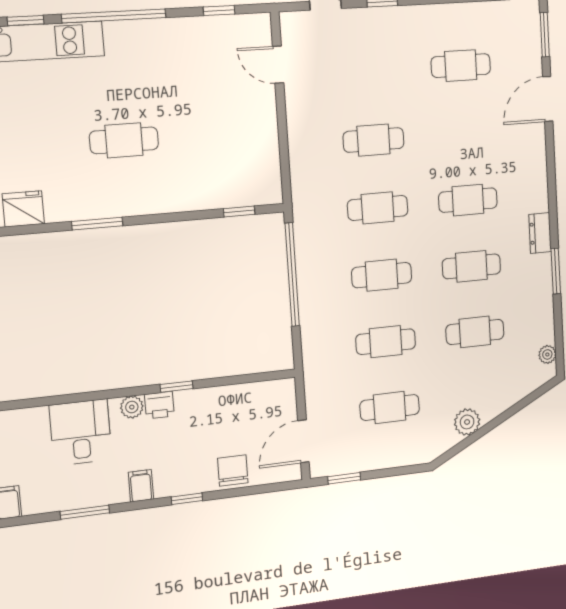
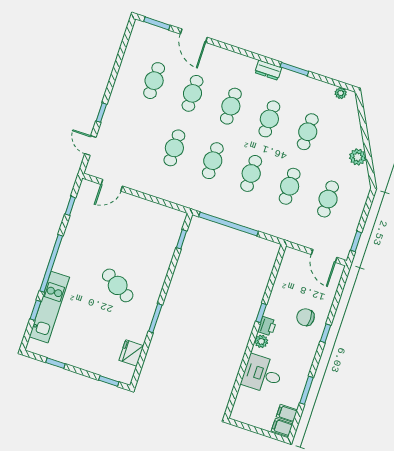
cafe table: (464, 133) -> (192, 93), added
cafe table: (124, 140) -> (118, 285), turned -59
chair: (233, 471) -> (305, 317), moved
filing cabinet: (141, 486) -> (287, 413), moved

